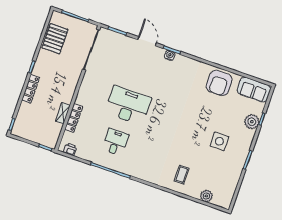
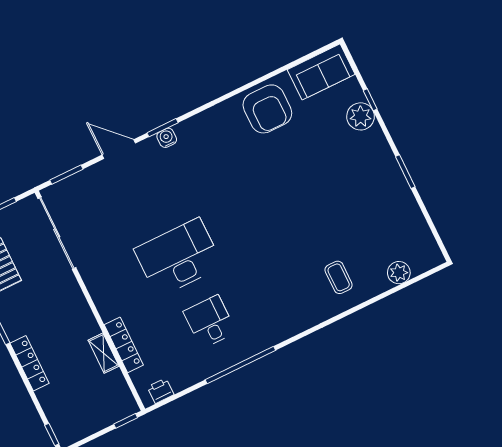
side table: (219, 141) -> (344, 184), removed

